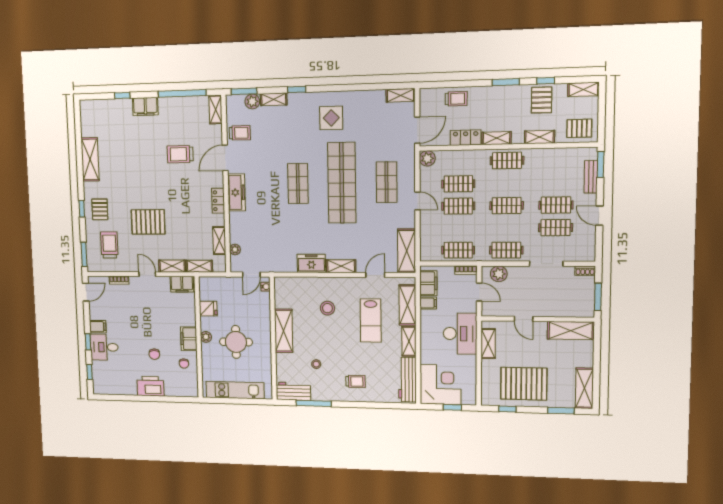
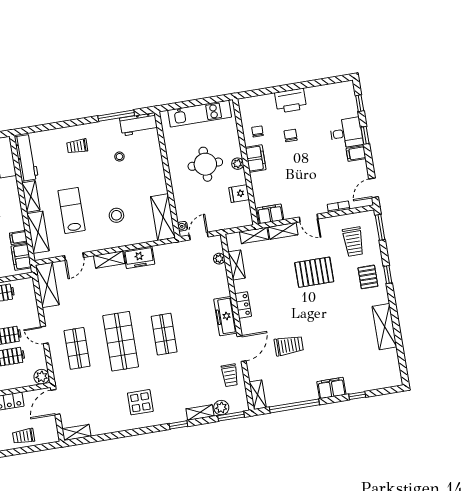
trolley: (240, 133) -> (230, 375), turned -90
shop shelf: (342, 183) -> (121, 341), width x0.71
shelving: (284, 331) -> (163, 217), moved

